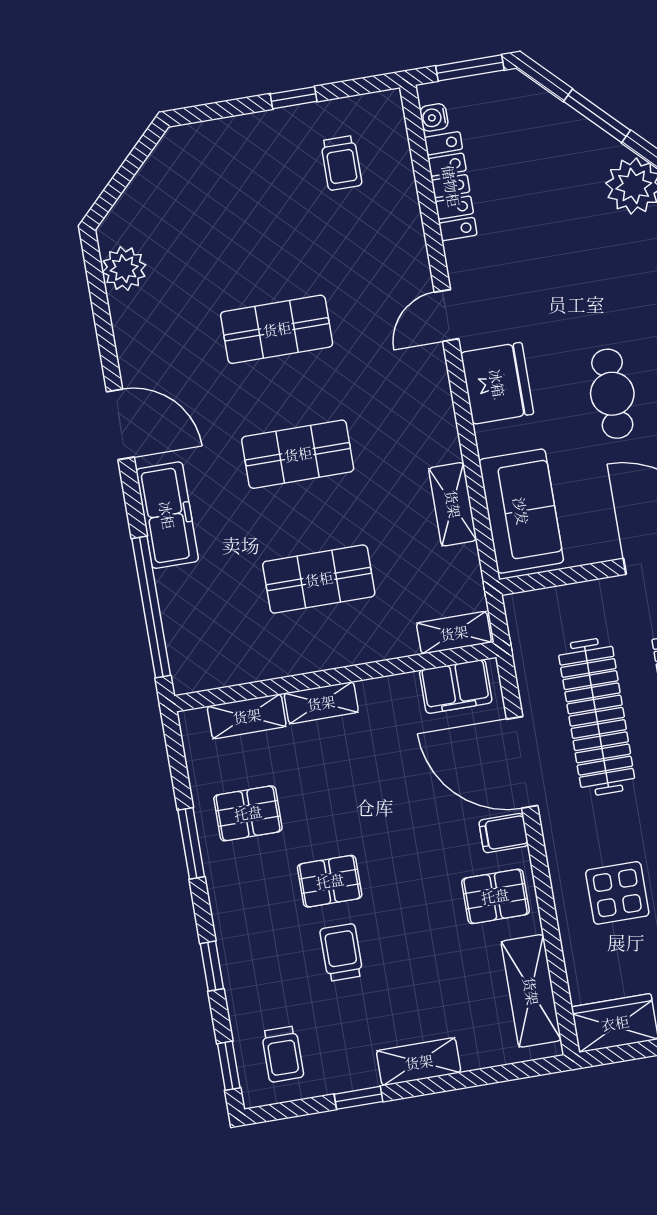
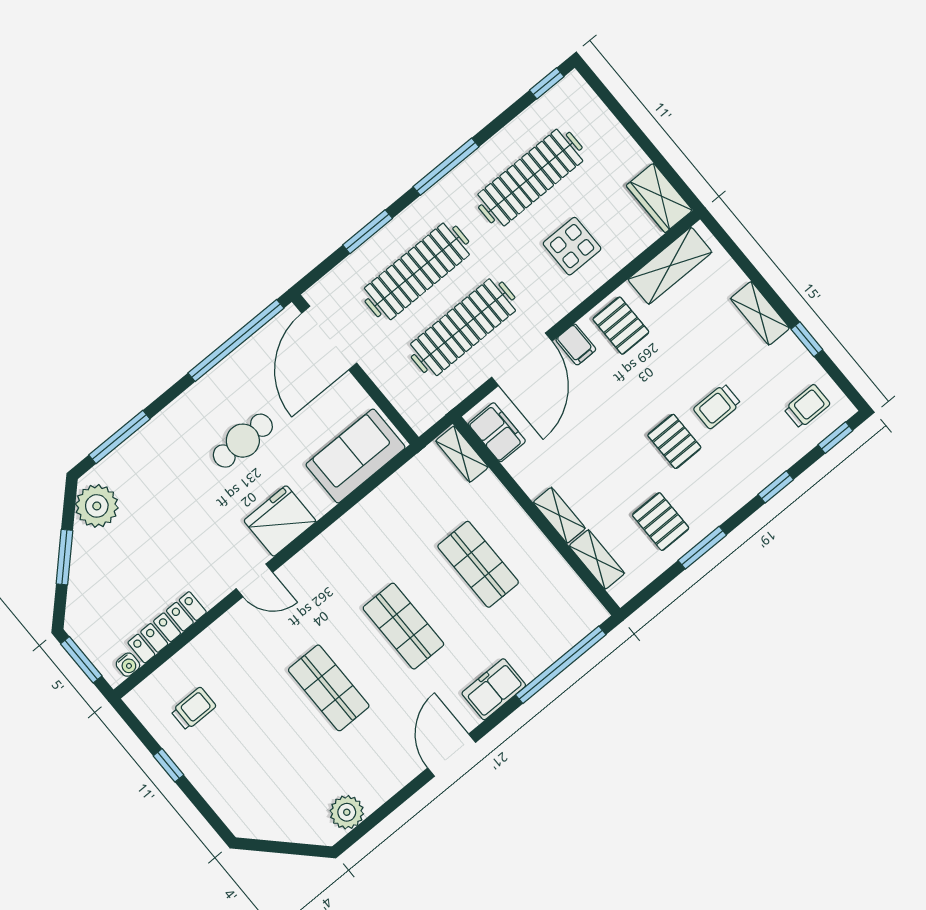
shelving: (453, 504) -> (377, 504), removed
freezer: (167, 515) -> (494, 689), width x0.71

